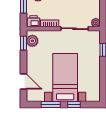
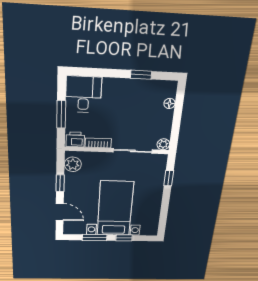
window: (24, 43) -> (60, 183), moved

